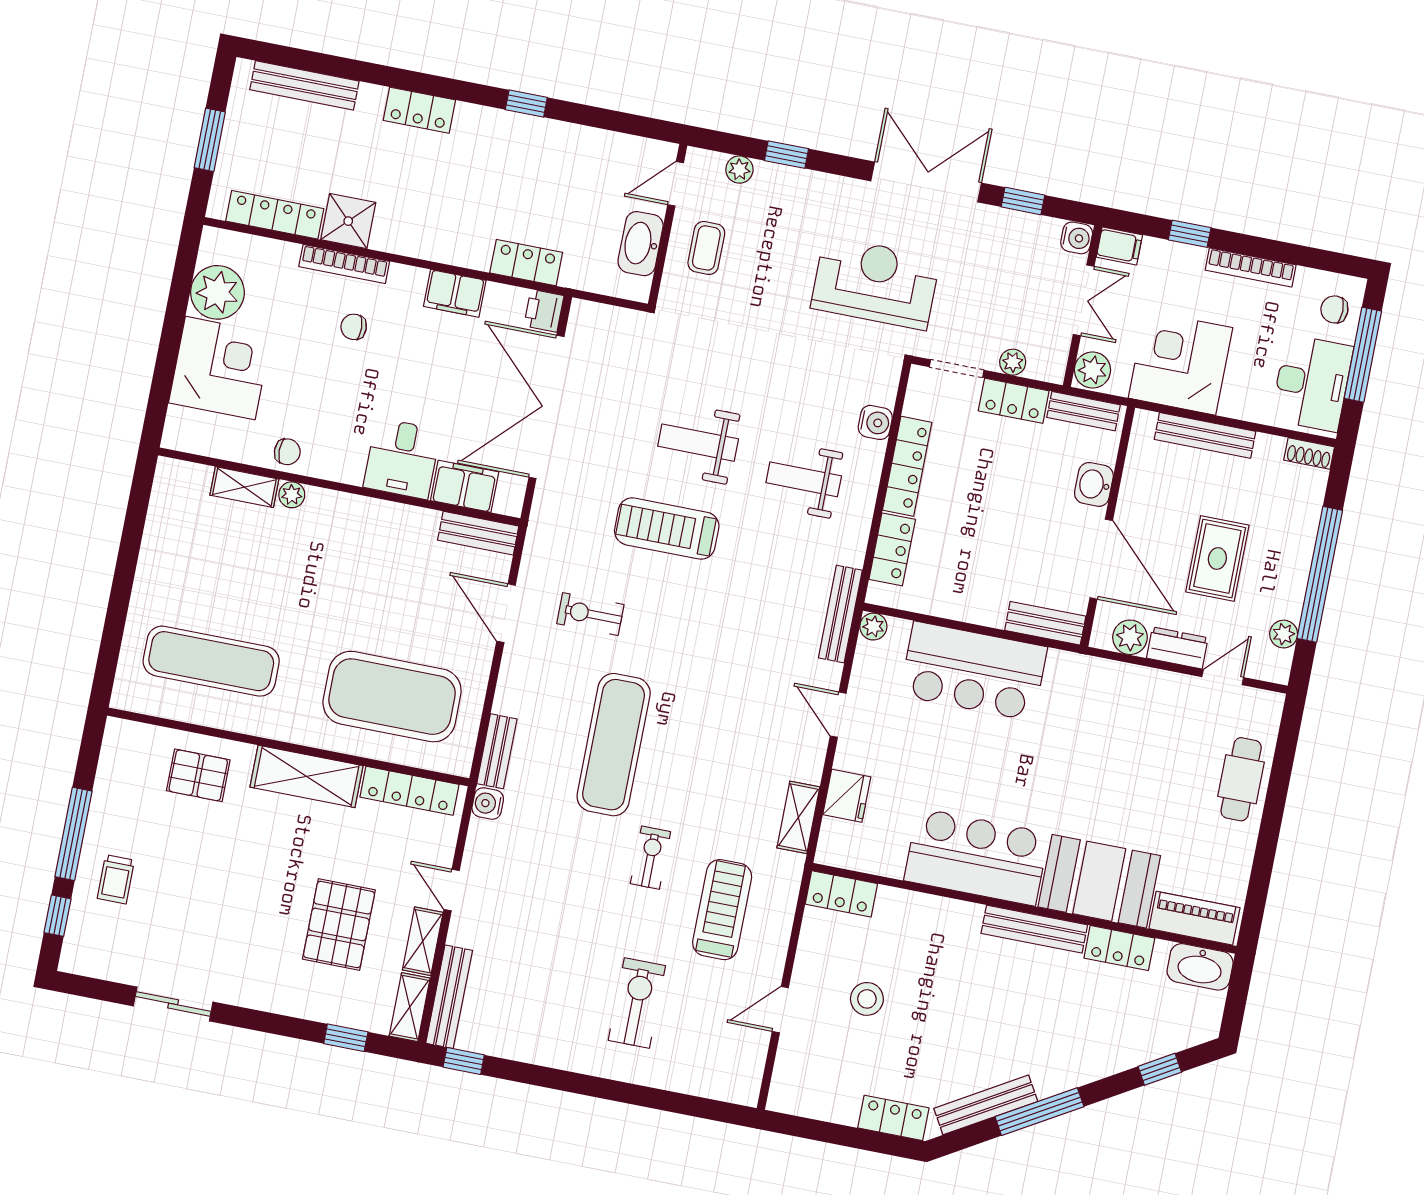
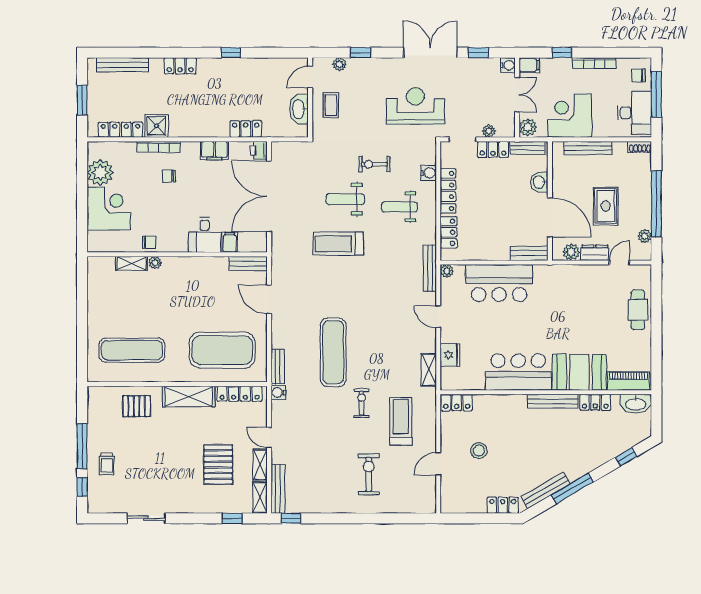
filing cabinet: (465, 486) -> (230, 242), width x0.50
exercise bike: (590, 614) -> (374, 164), moved

